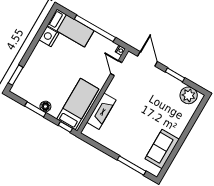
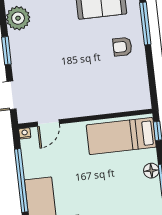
fireplace: (101, 111) -> (109, 103), removed
armchair: (128, 143) -> (122, 47), added

